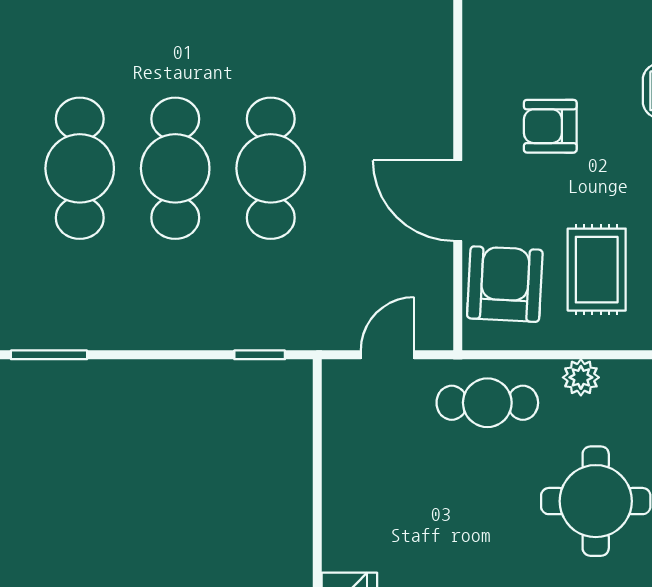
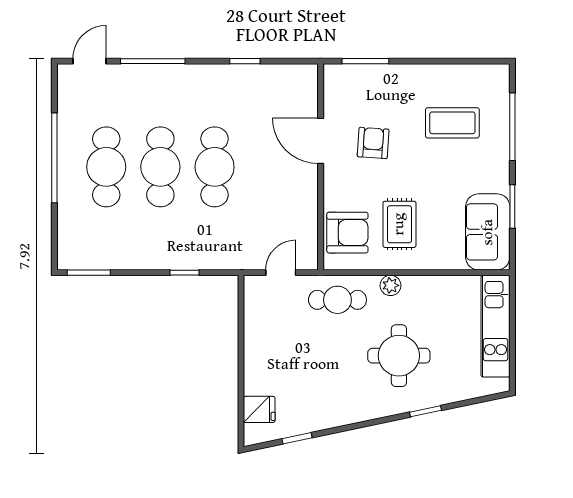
armchair: (550, 126) -> (373, 143), turned 94
door: (458, 201) -> (321, 141), moved
armchair: (505, 284) -> (347, 233), turned 87
window: (260, 355) -> (185, 273), moved

